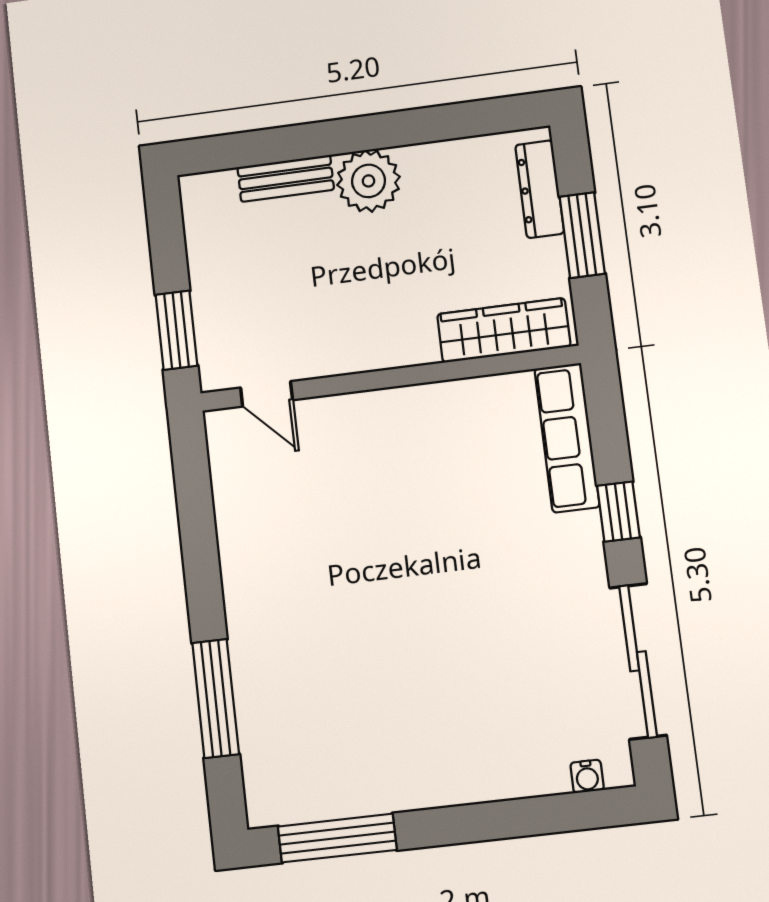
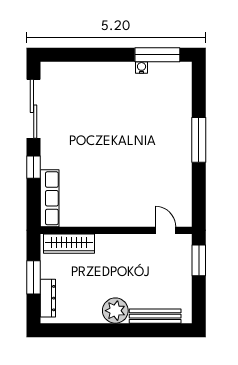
bench: (286, 178) -> (155, 316), width x1.36
window: (216, 698) -> (199, 140), moved
water cooler: (587, 776) -> (142, 67), moved

